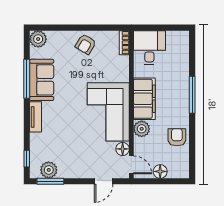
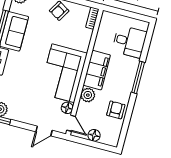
desk: (149, 48) -> (129, 42), moved, turned 90

